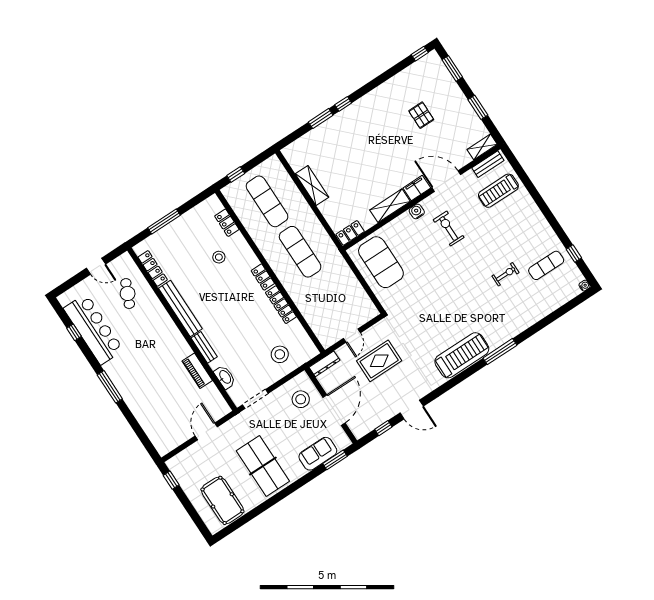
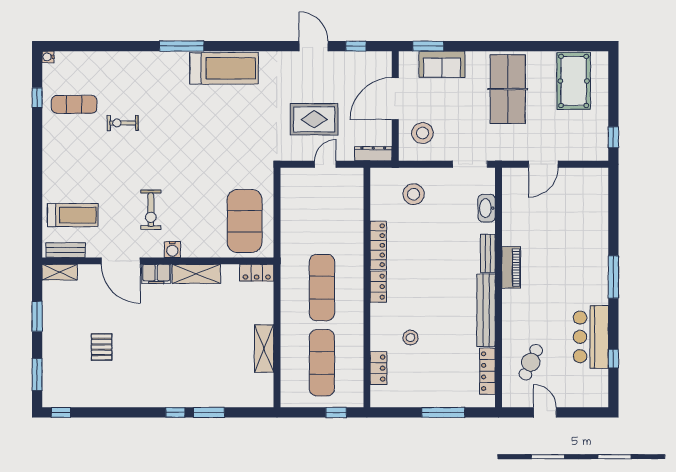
bar counter: (94, 329) -> (591, 337), width x0.73
treadmill: (462, 355) -> (224, 68), turned 180
piano: (197, 371) -> (511, 267), moved

